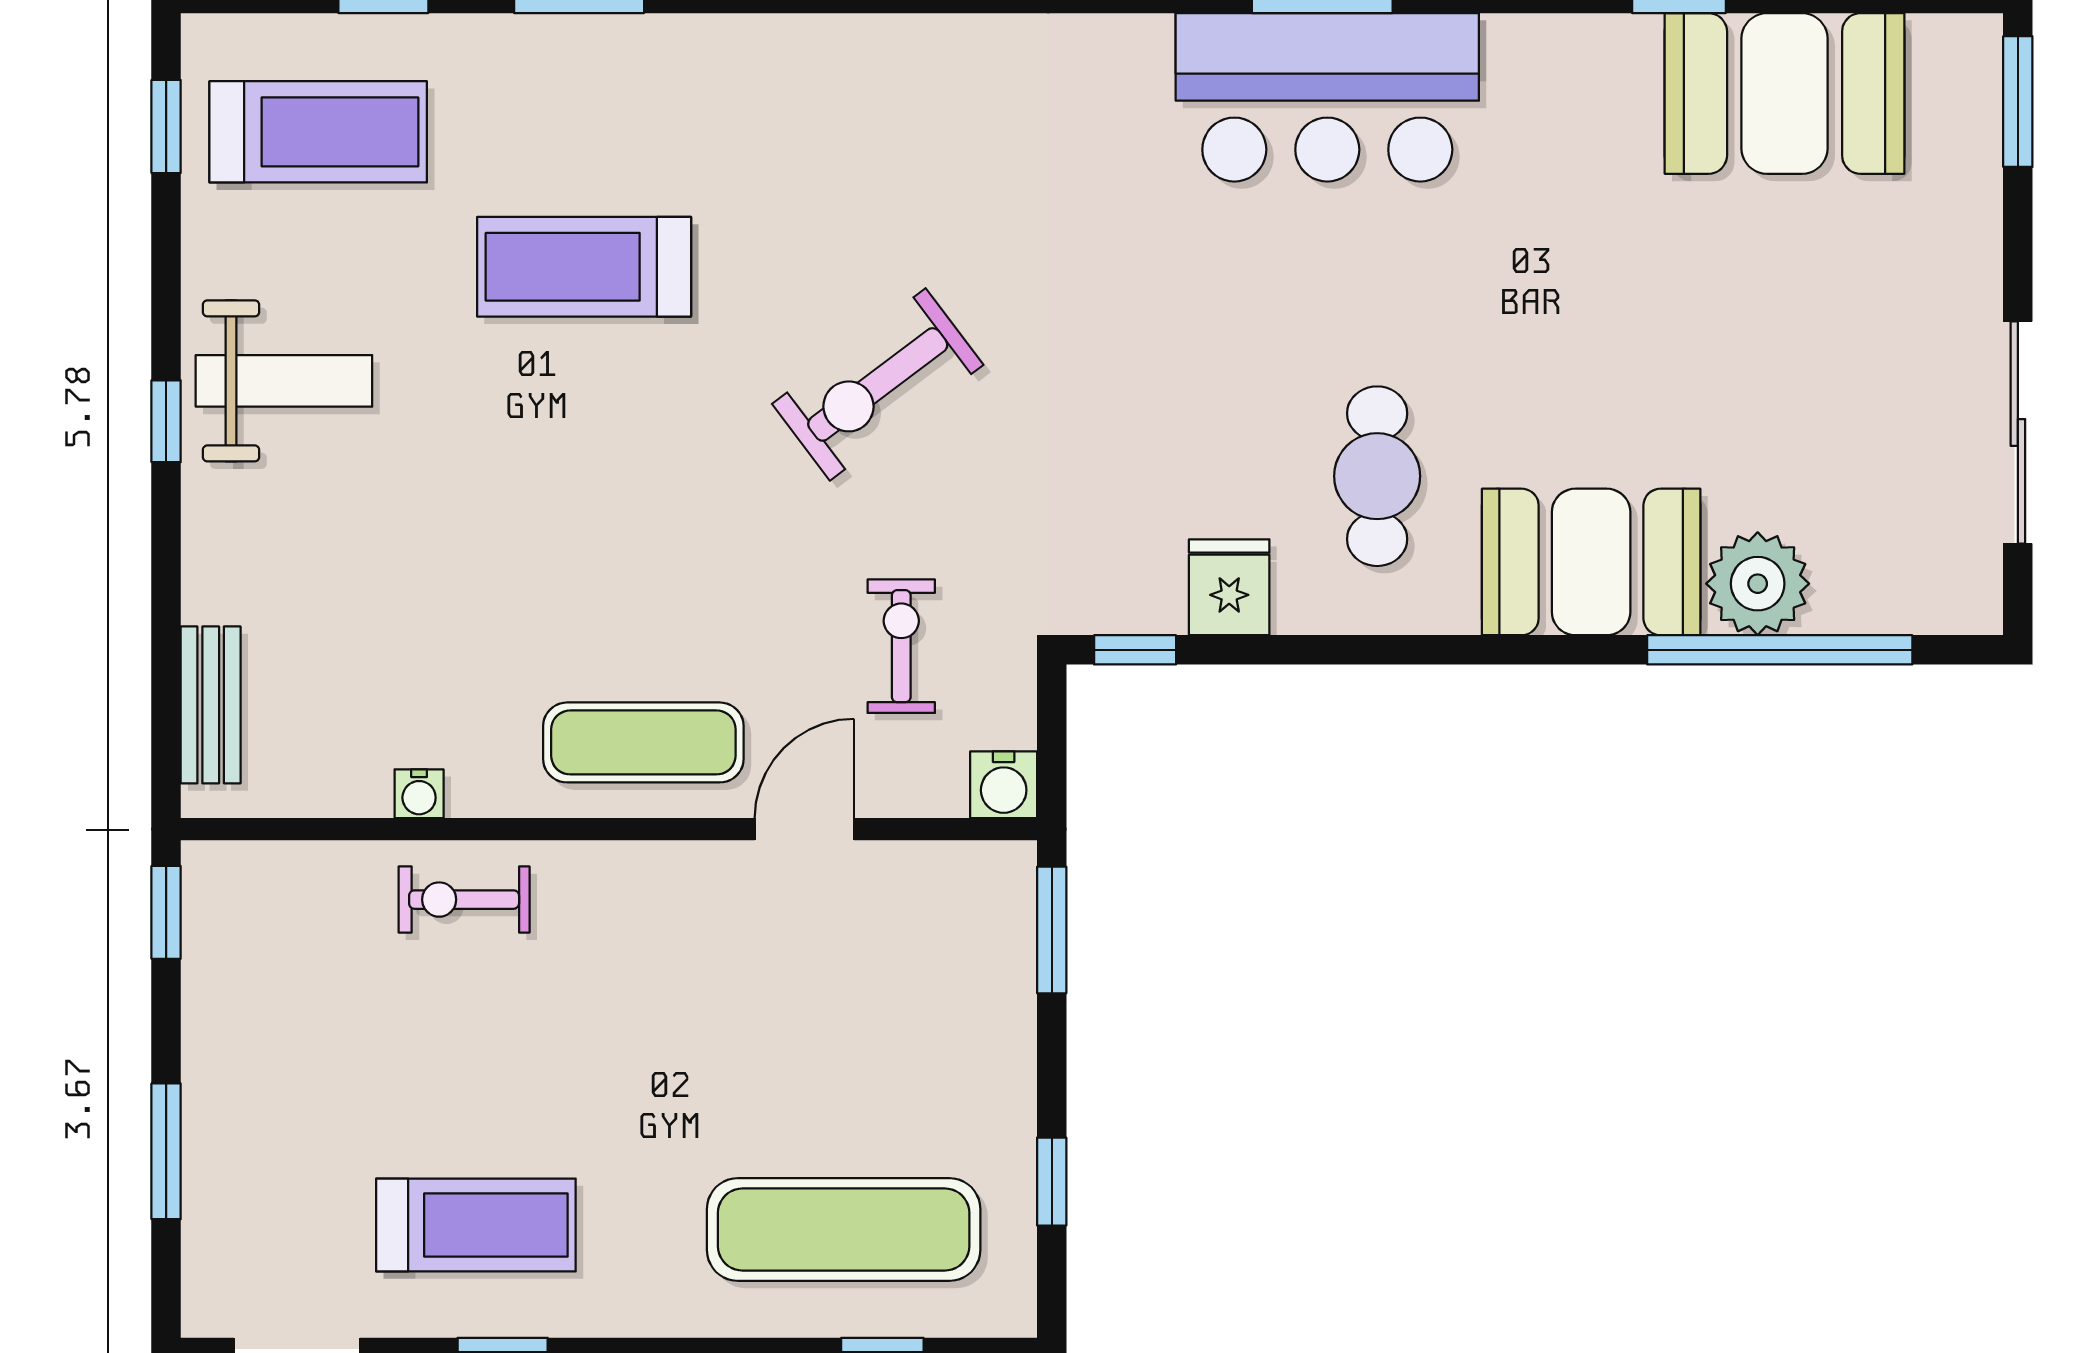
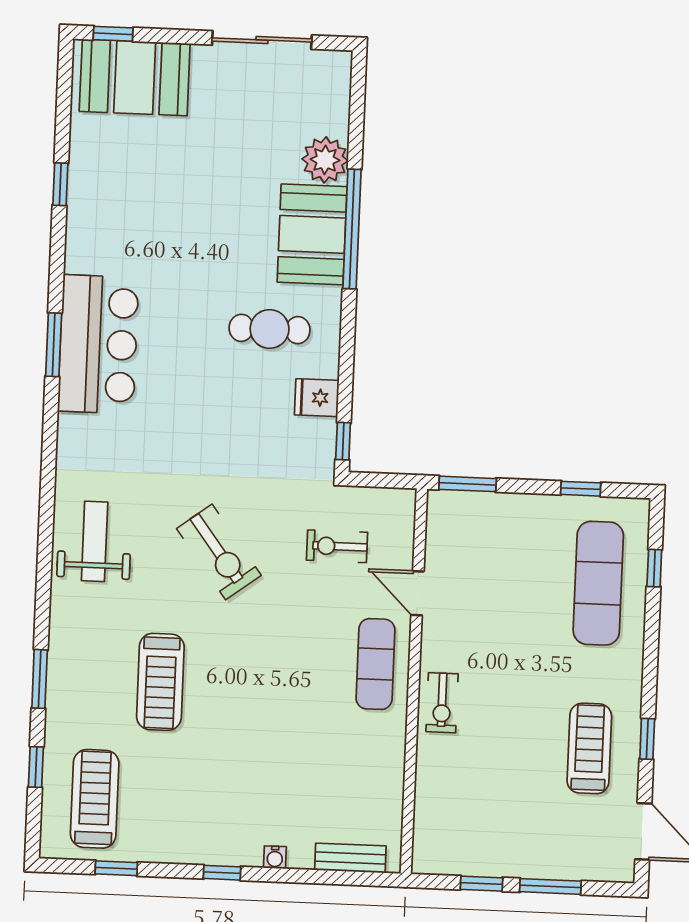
booth: (1785, 93) -> (135, 77), moved, turned 90
window: (2018, 102) -> (113, 34), width x0.67
window: (166, 126) -> (116, 868), moved
weight bench: (284, 381) -> (95, 541), moved
window: (1780, 650) -> (352, 229), moved
water cooler: (1004, 785) -> (401, 503), removed
water cooler: (419, 794) -> (275, 857), moved, turned 90
exercise bike: (464, 900) -> (442, 703), moved
window: (166, 912) -> (481, 884), moved

